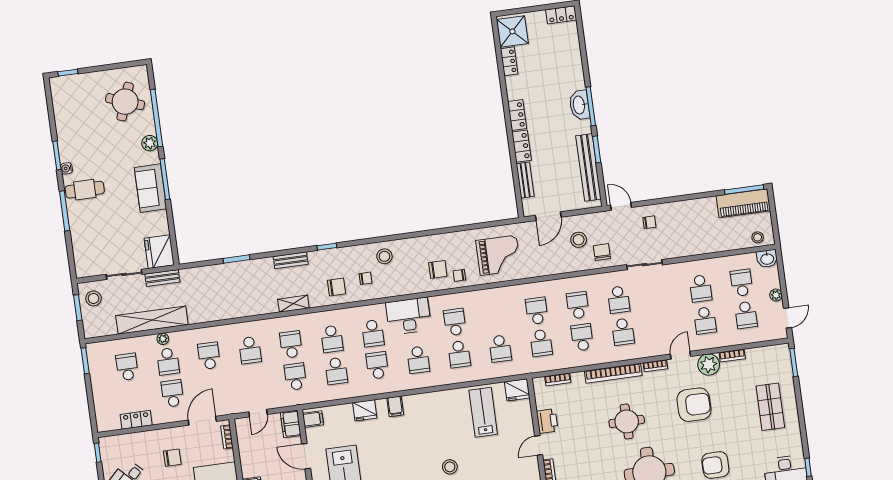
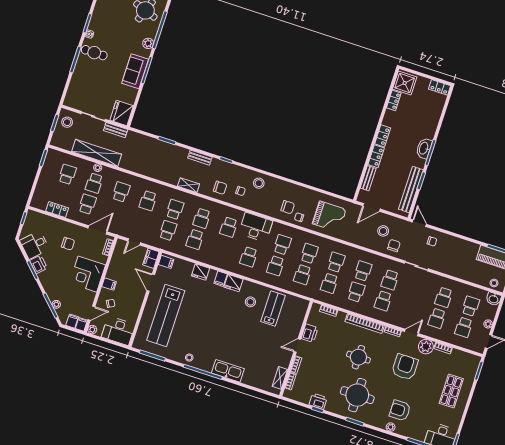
school desk: (377, 365) -> (309, 253), moved
fridge: (517, 390) -> (233, 283), moved
armchair: (694, 405) -> (405, 367), turned -90
stool: (450, 467) -> (250, 302), moved

